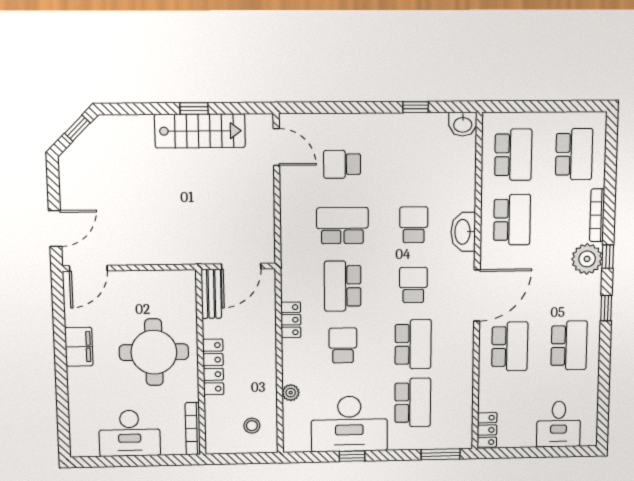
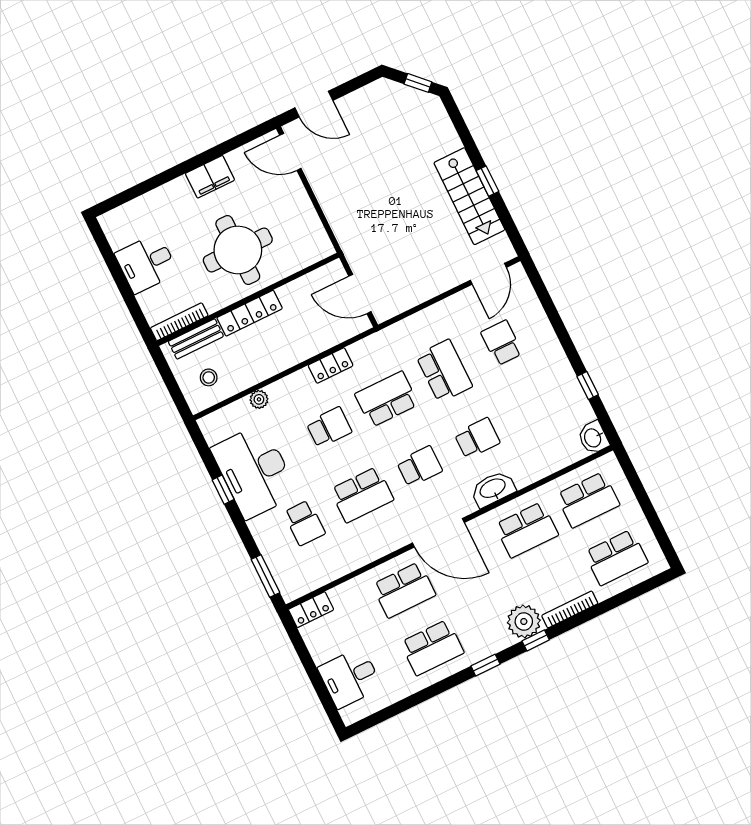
bench: (211, 294) -> (196, 339), moved
school desk: (413, 403) -> (304, 523), width x0.54
desk: (130, 433) -> (146, 263), width x0.73

